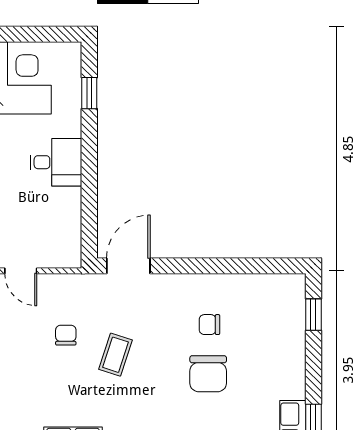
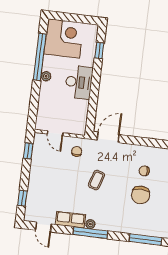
desk: (56, 162) -> (79, 82), width x1.37
chair: (66, 335) -> (77, 151), moved

